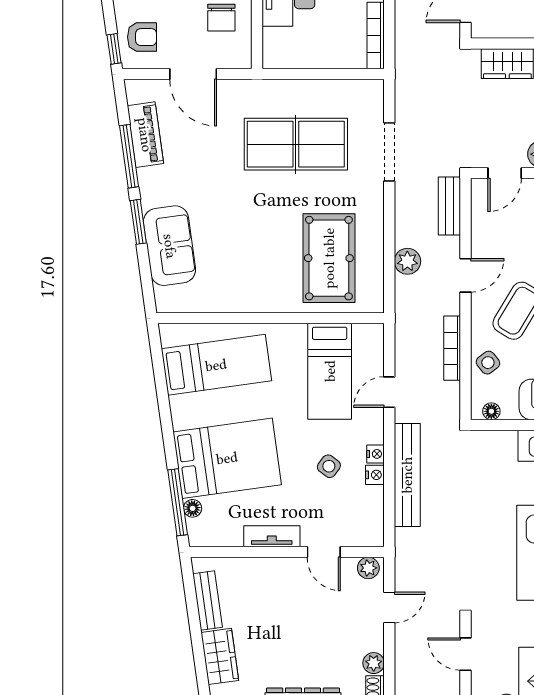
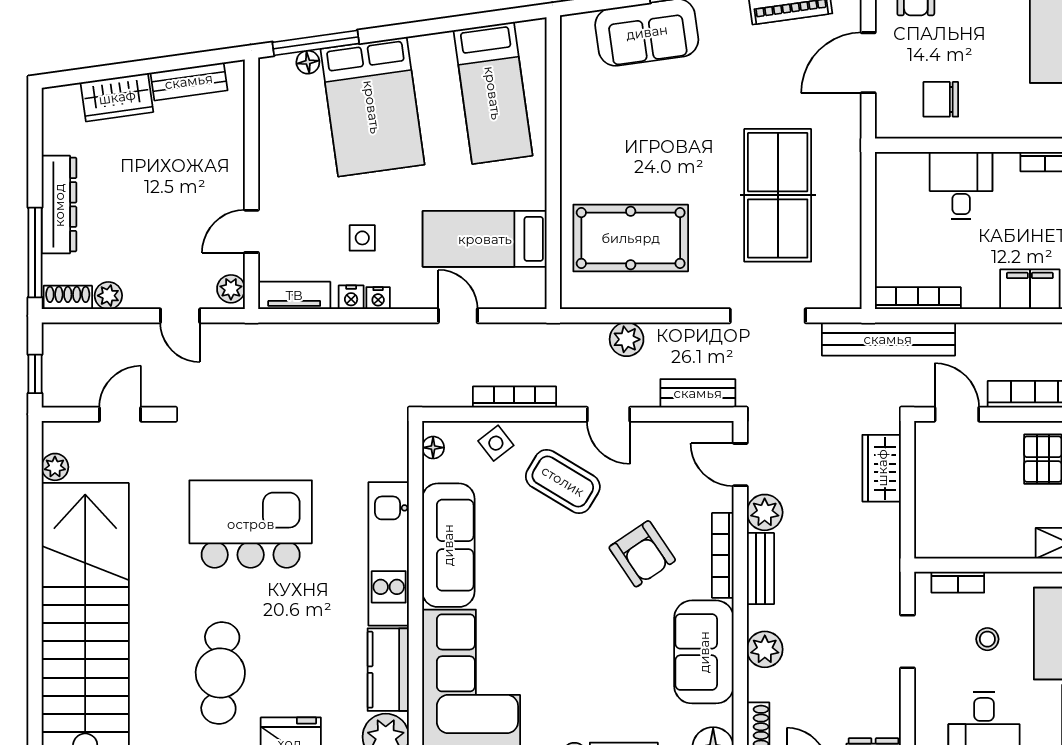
side table: (329, 466) -> (362, 238), turned -37
bench: (407, 475) -> (888, 339), moved
tv unit: (272, 536) -> (294, 295), moved, turned -90

